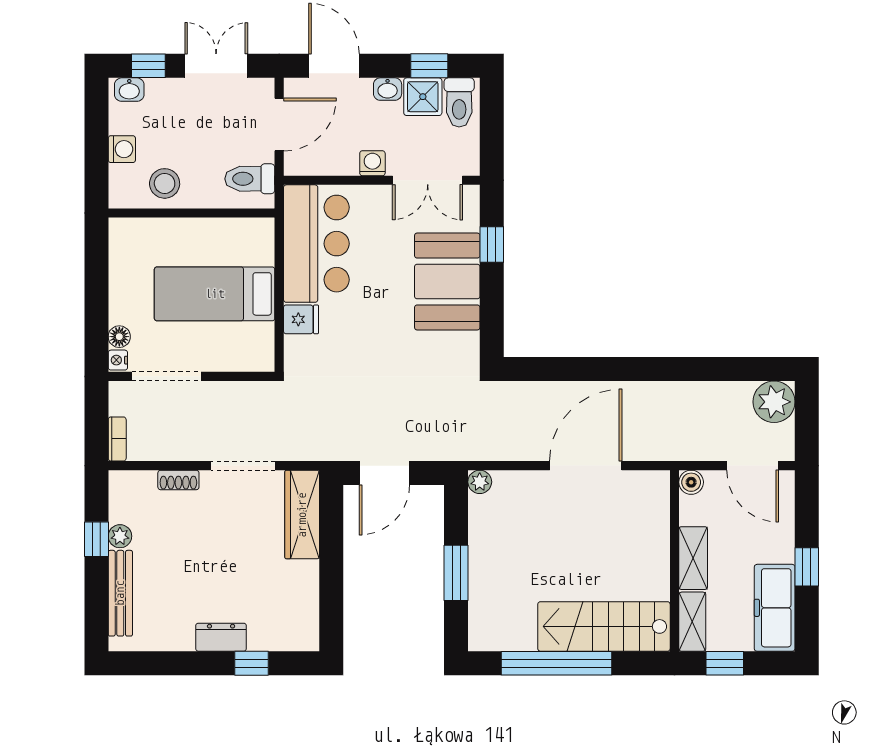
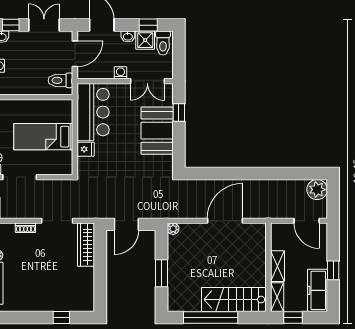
stool: (165, 183) -> (19, 83), removed
boiler: (691, 482) -> (277, 229), removed
dresser: (221, 637) -> (46, 305), removed

